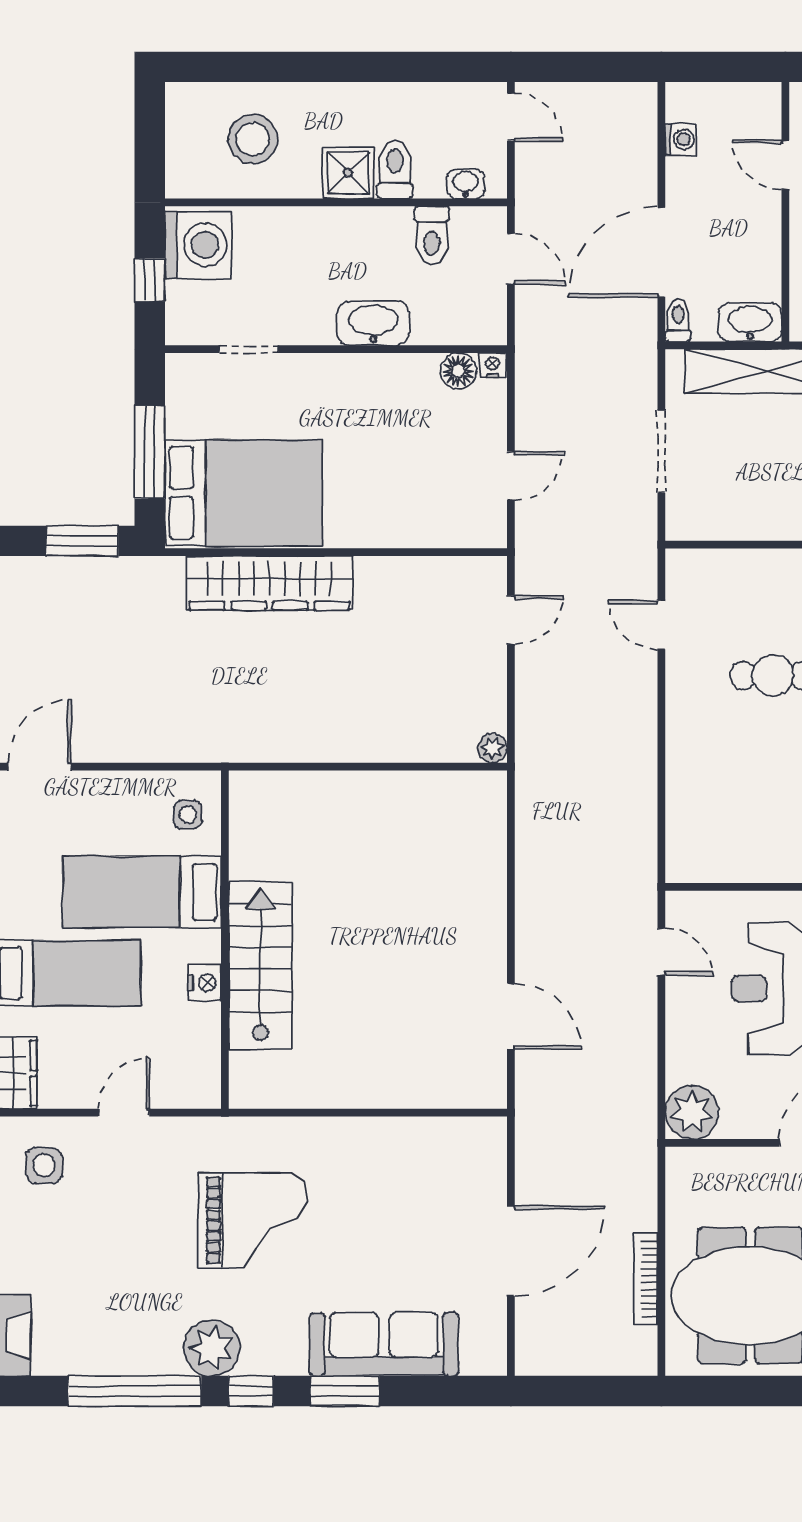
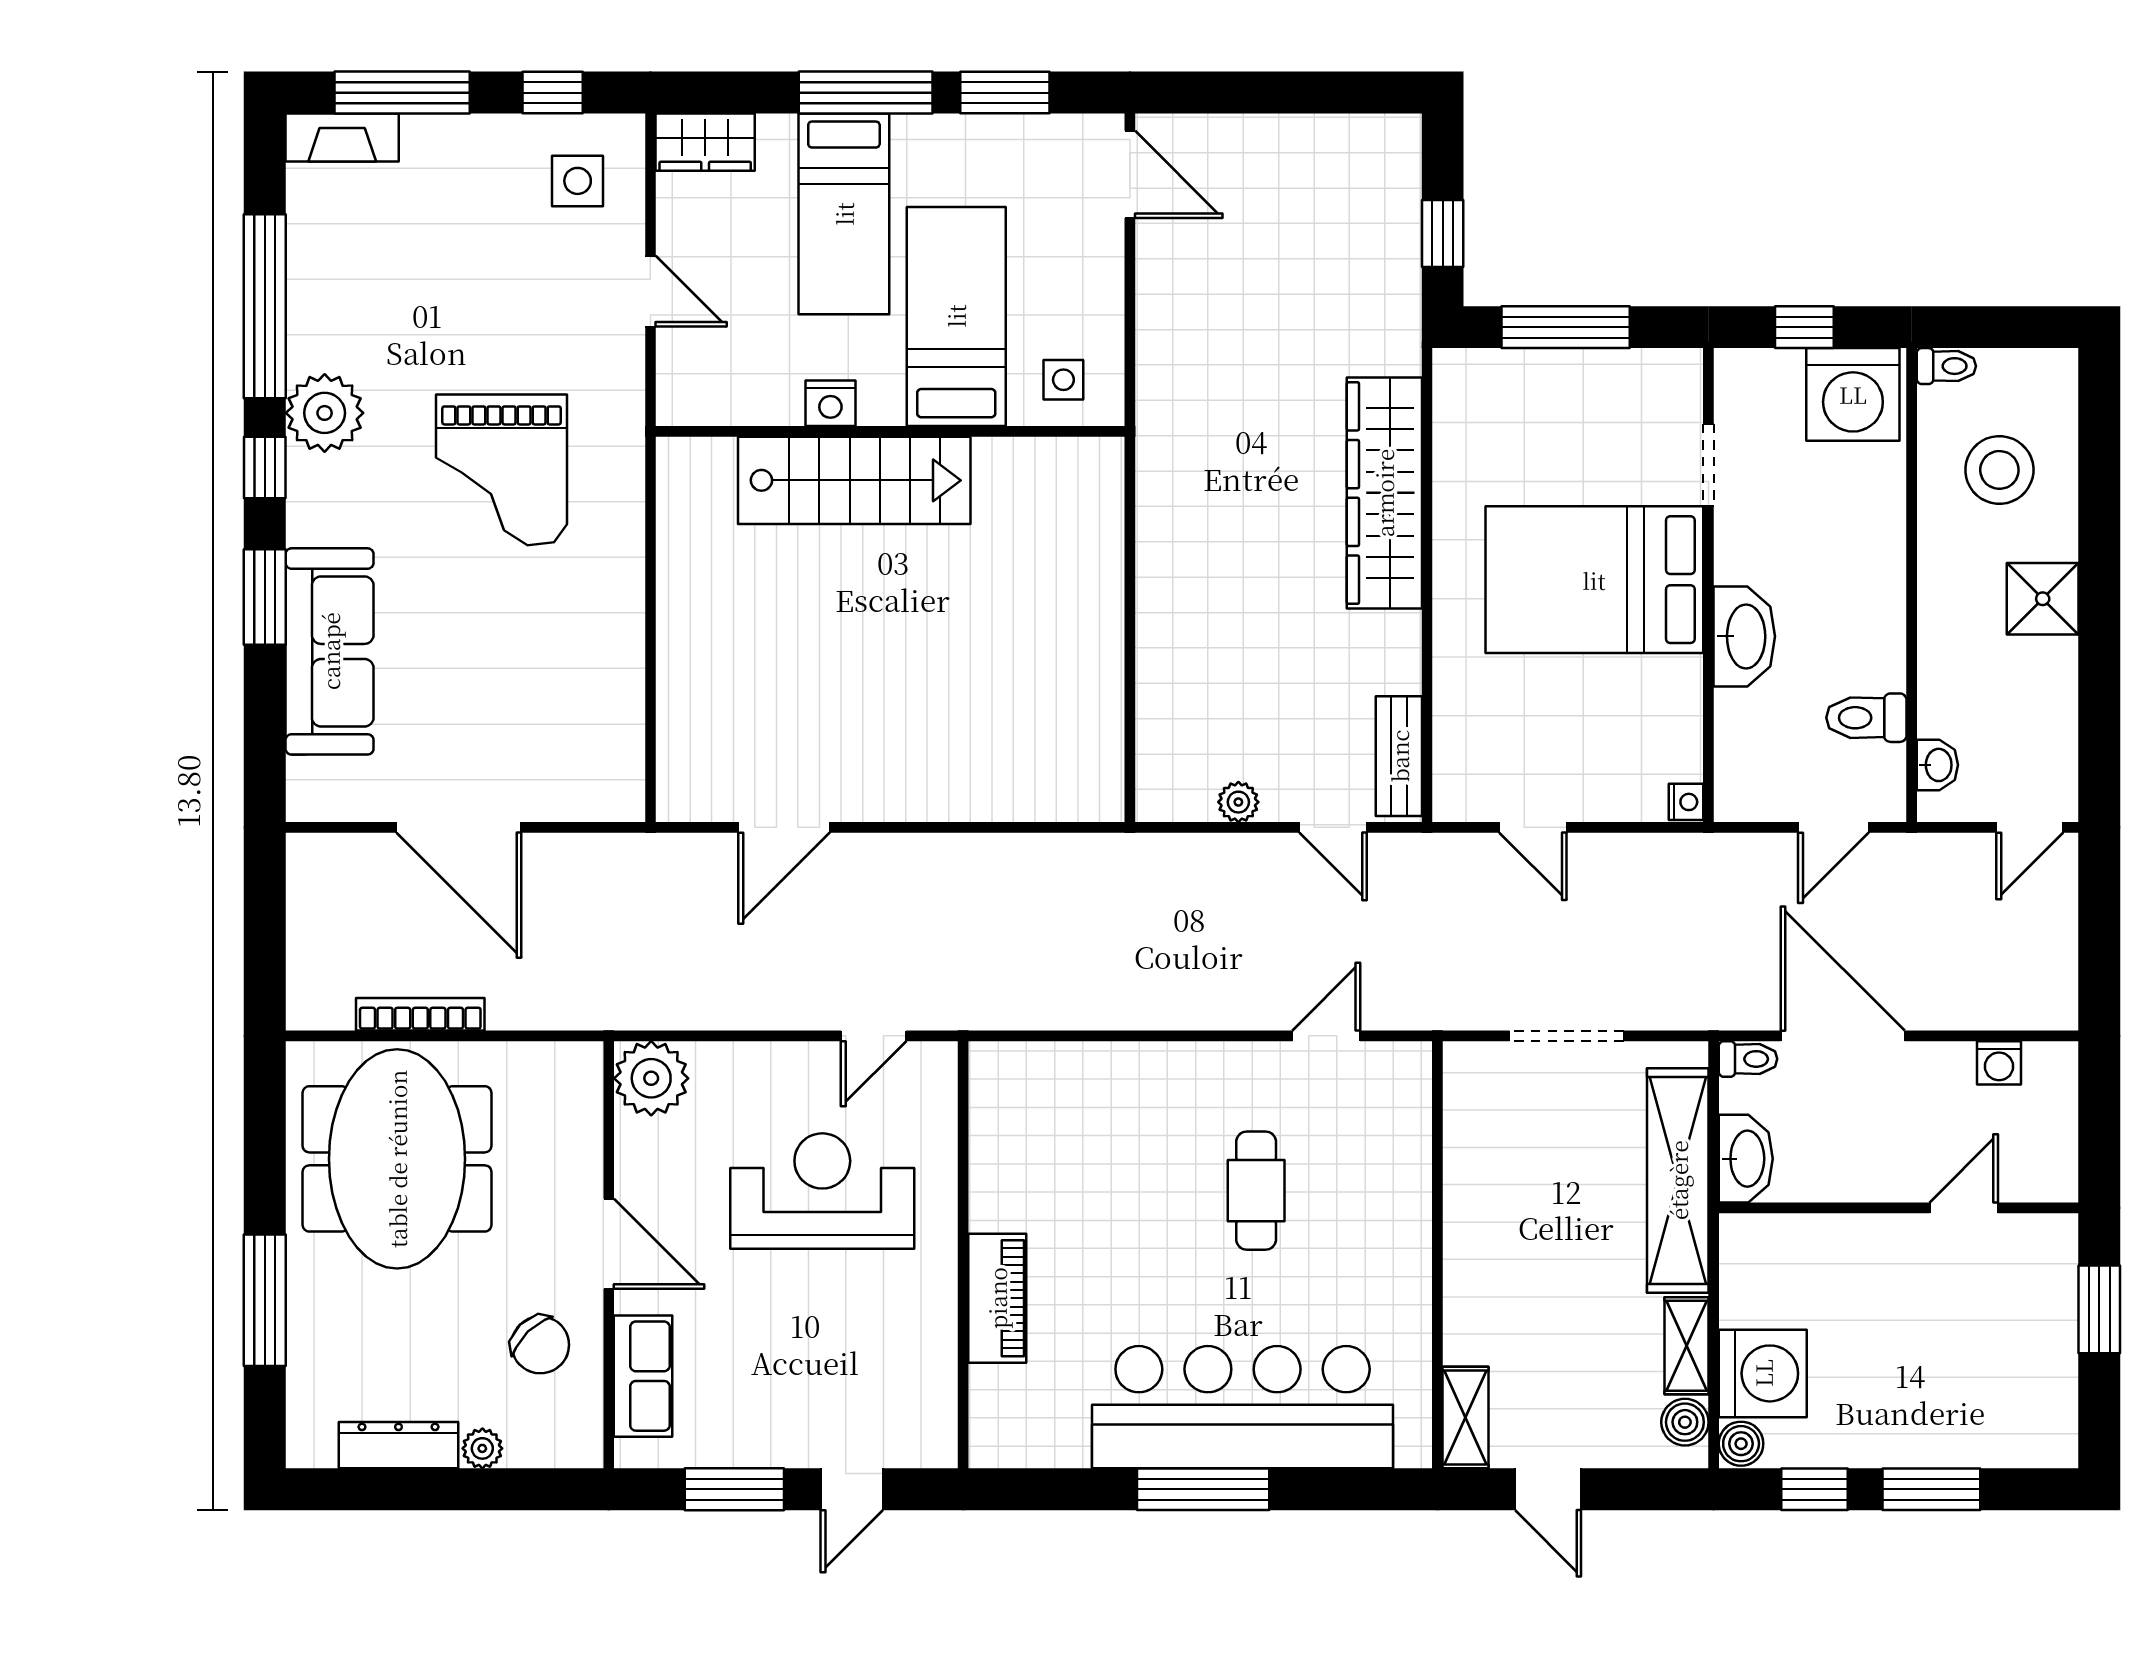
toilet: (395, 169) -> (1946, 366), moved, width x0.73, depth x0.72
shower: (348, 173) -> (2043, 599), moved
floor lamp: (458, 371) -> (1678, 755), removed
bed: (243, 493) -> (1594, 580), moved, turned 90
window: (82, 541) -> (1443, 233), width x0.67
bench: (459, 573) -> (1399, 756), added
plant: (493, 748) -> (1238, 802), moved

